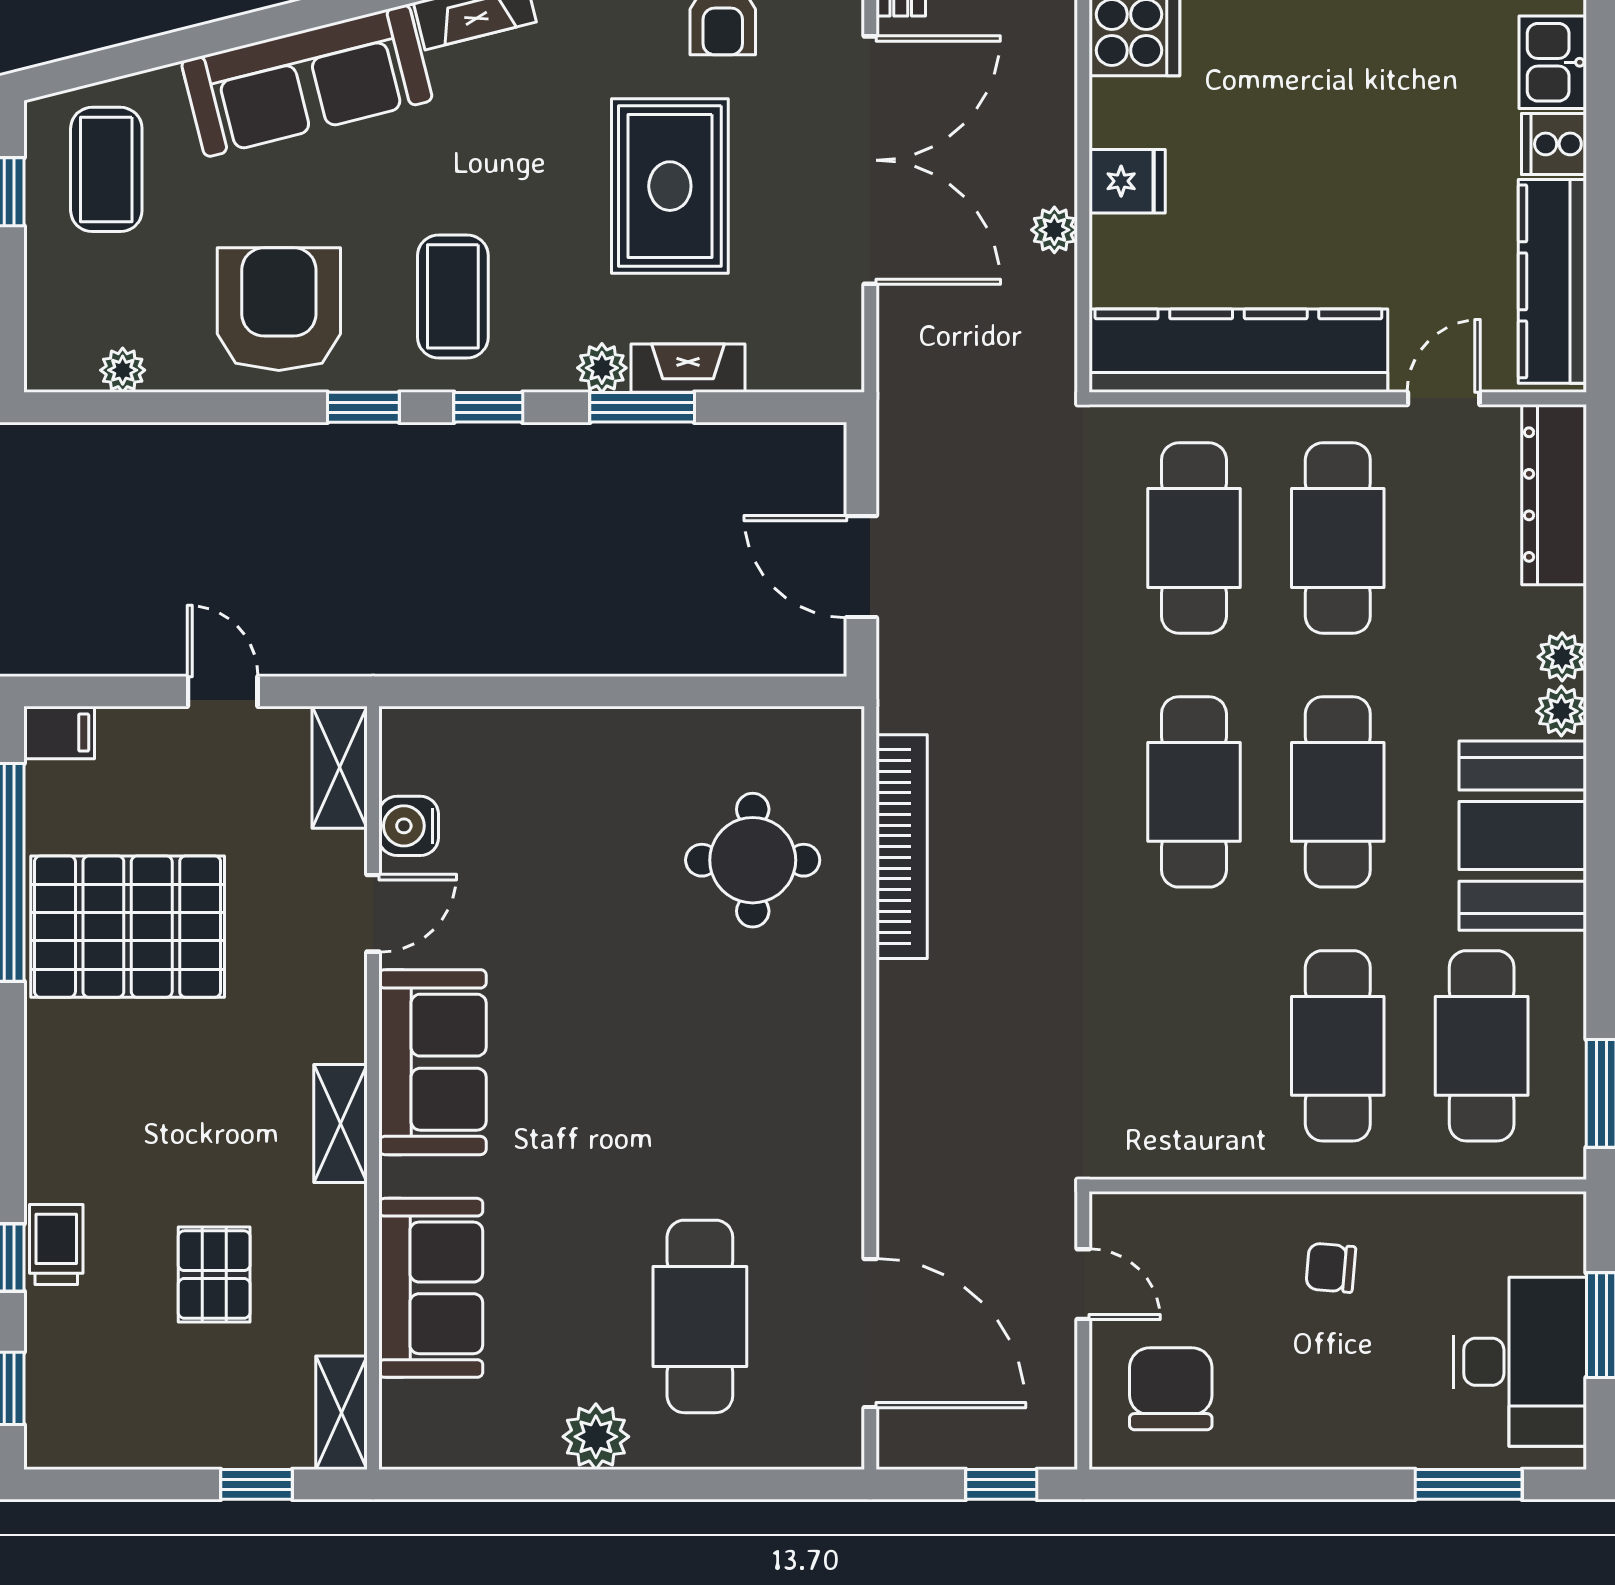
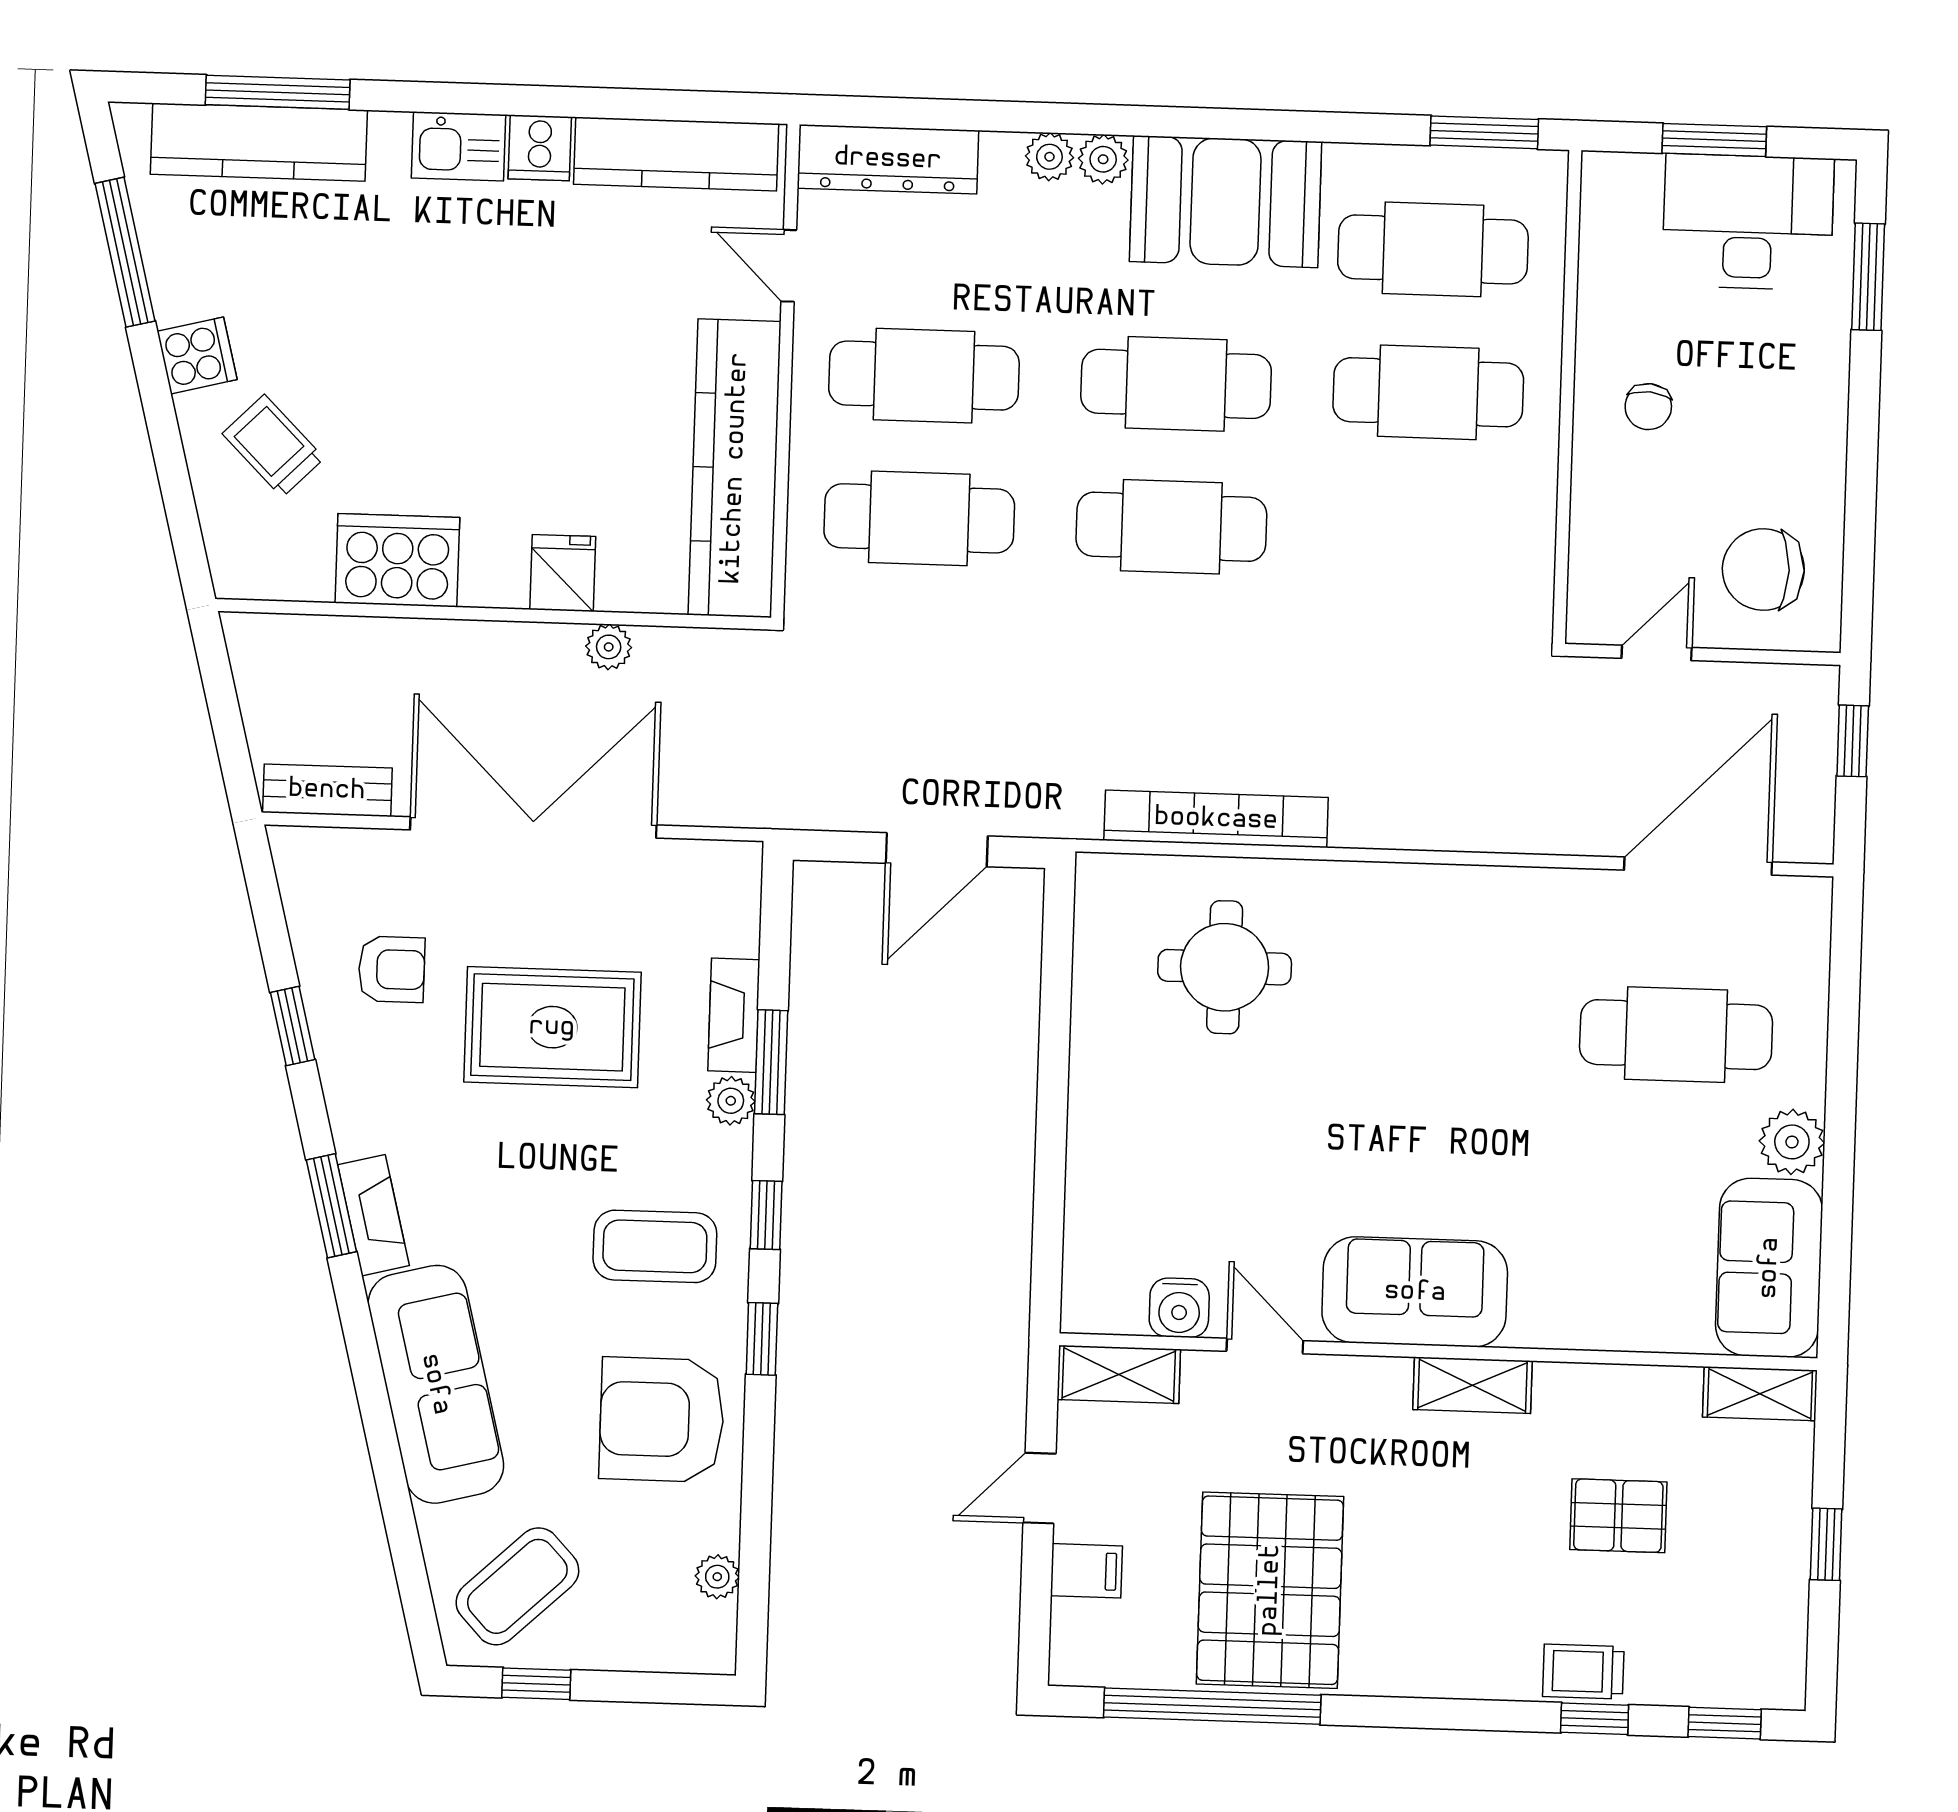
coffee table: (106, 169) -> (517, 1586), turned -43
filing cabinet: (59, 733) -> (1086, 1571), moved, turned 90
sofa: (431, 1288) -> (1769, 1268), moved, turned -90
window: (257, 1484) -> (1826, 1544), moved

